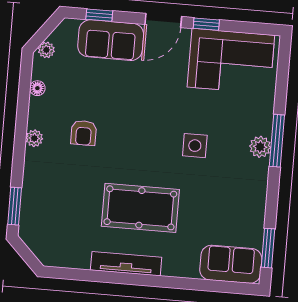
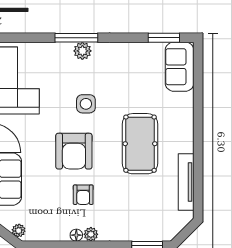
floor lamp: (37, 88) -> (76, 235), moved
armchair: (138, 126) -> (74, 151), added
armchair: (84, 133) -> (83, 195), turned 90
tv unit: (126, 264) -> (186, 182), moved

